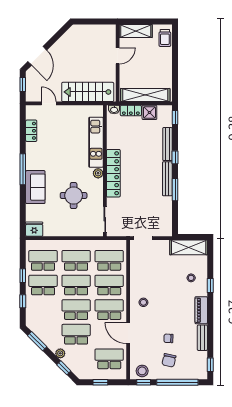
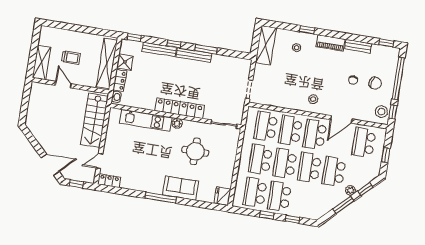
trolley: (165, 38) -> (71, 58), moved
locker: (31, 131) -> (109, 181), moved
window: (37, 341) -> (343, 205), moved

